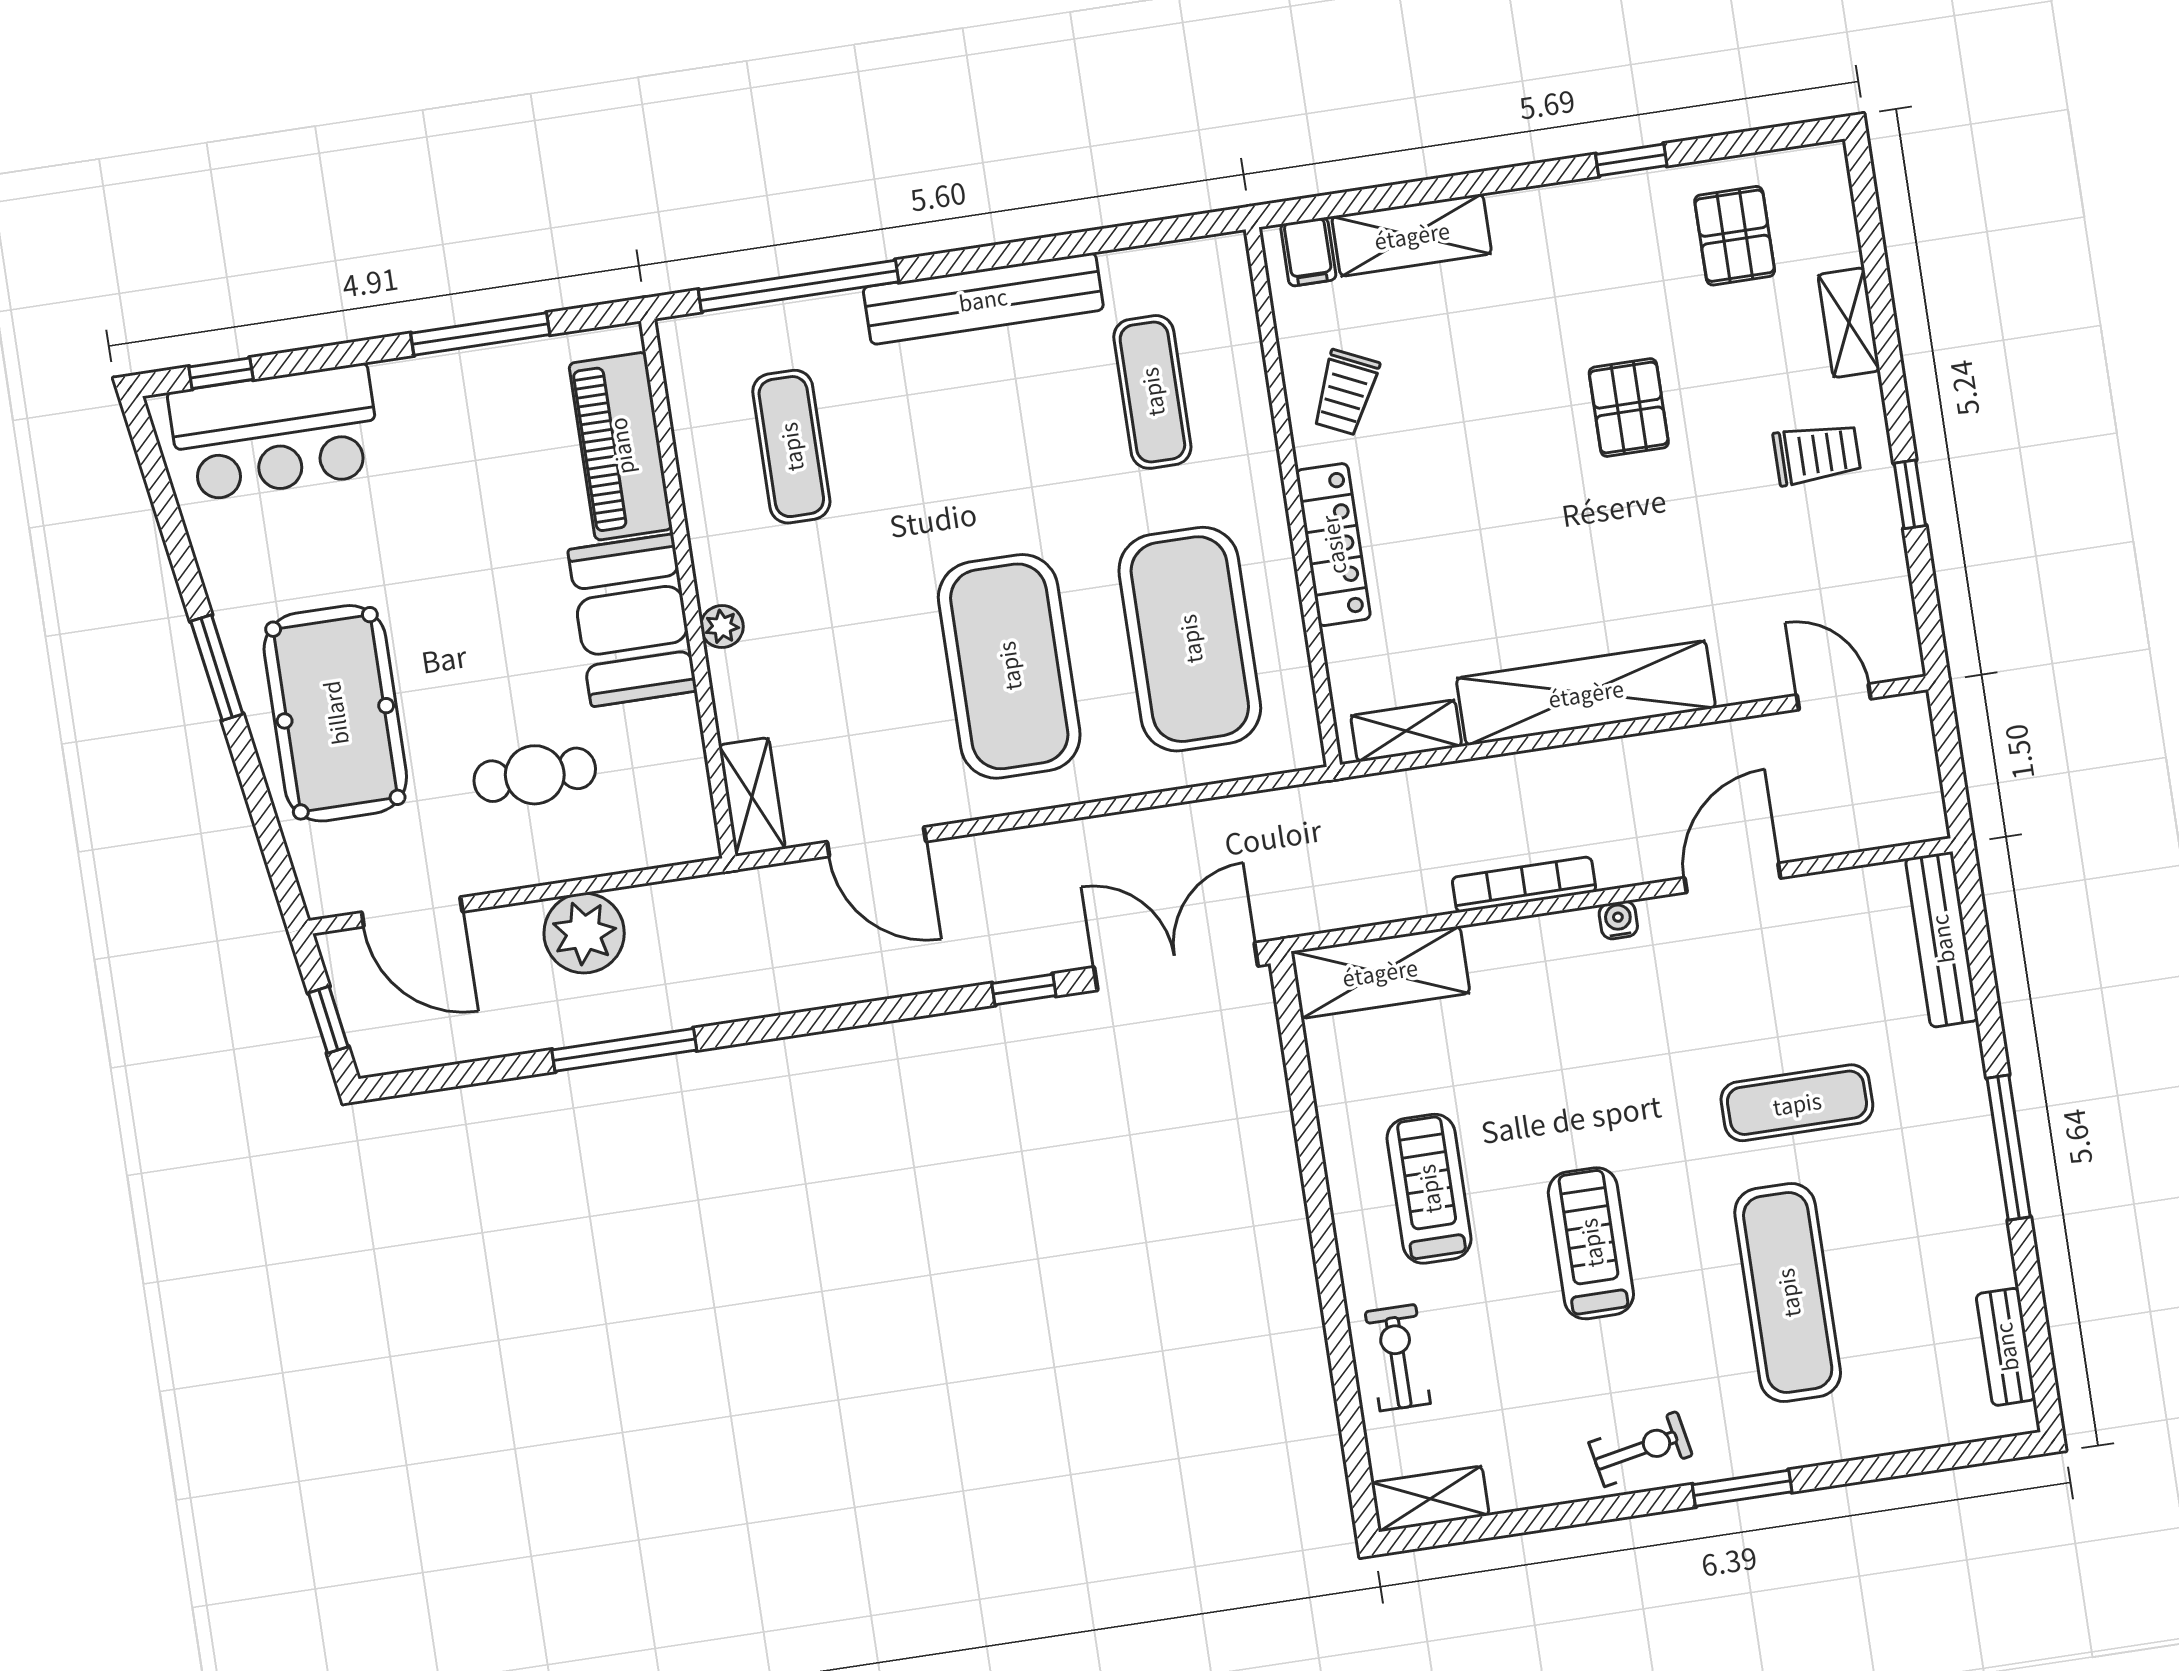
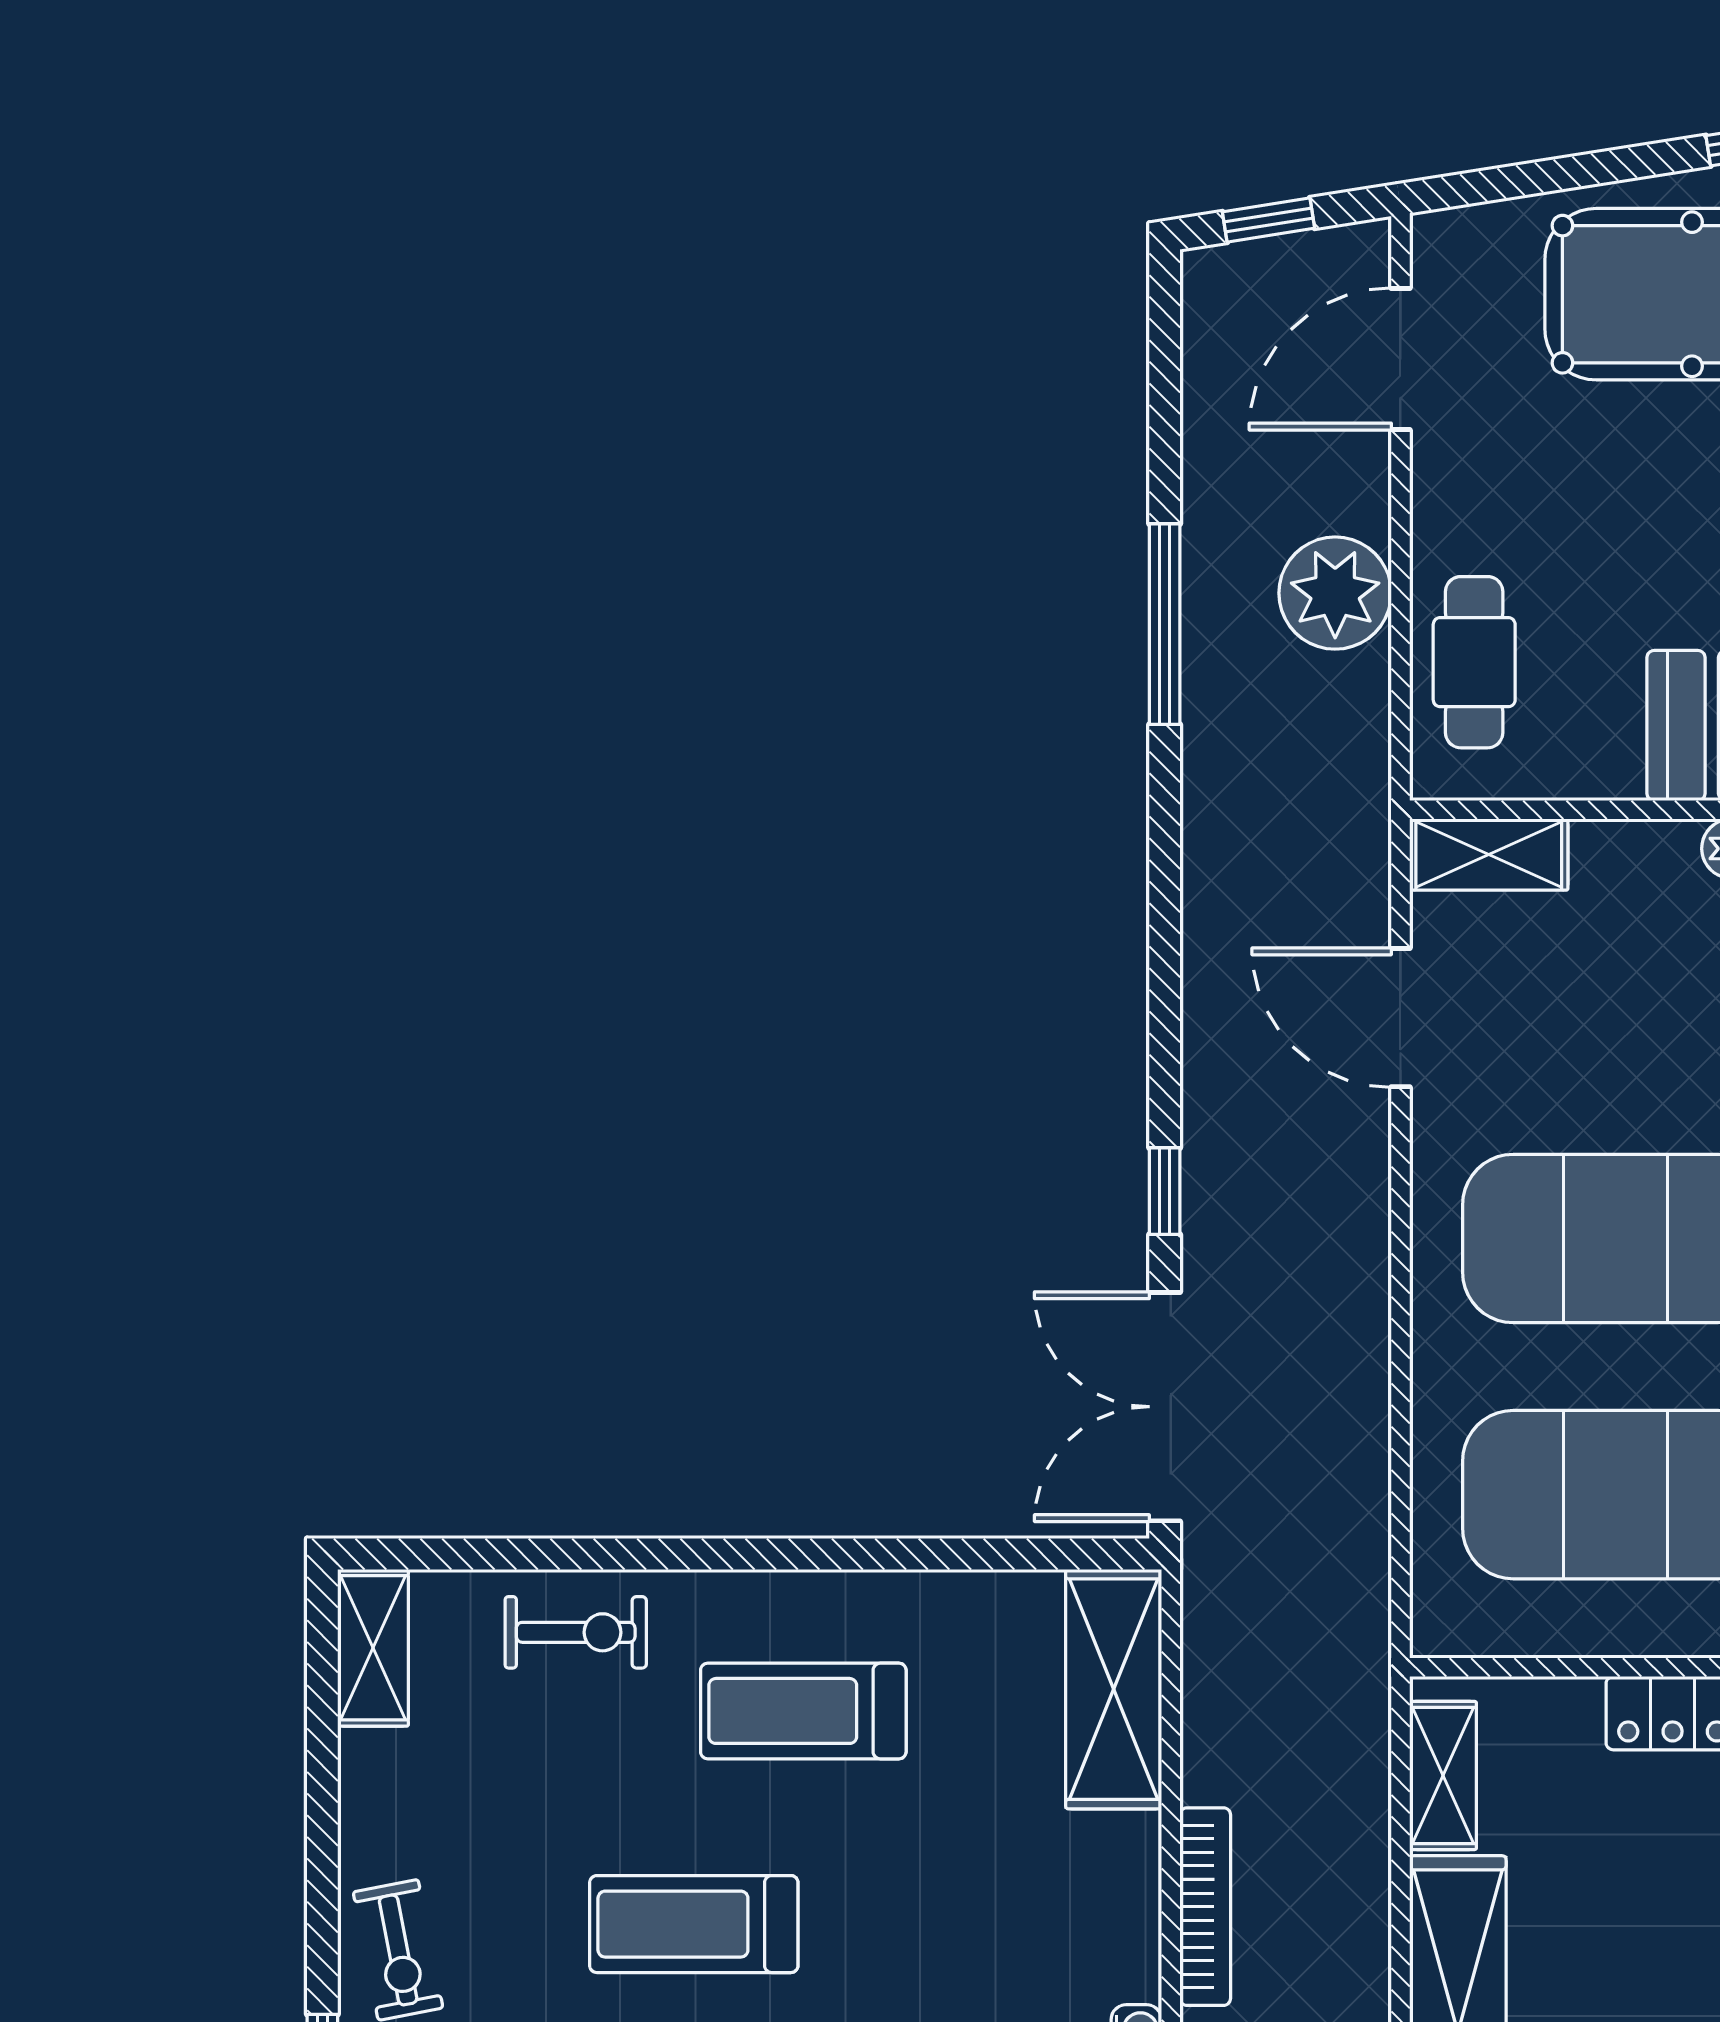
cafe table: (535, 775) -> (1474, 662), moved
door: (876, 842) -> (1400, 1018), hinge flipped
double door: (1176, 966) -> (1165, 1407), swing flipped
treadmill: (1429, 1189) -> (803, 1711), turned 180
treadmill: (1591, 1243) -> (694, 1924), turned 180

